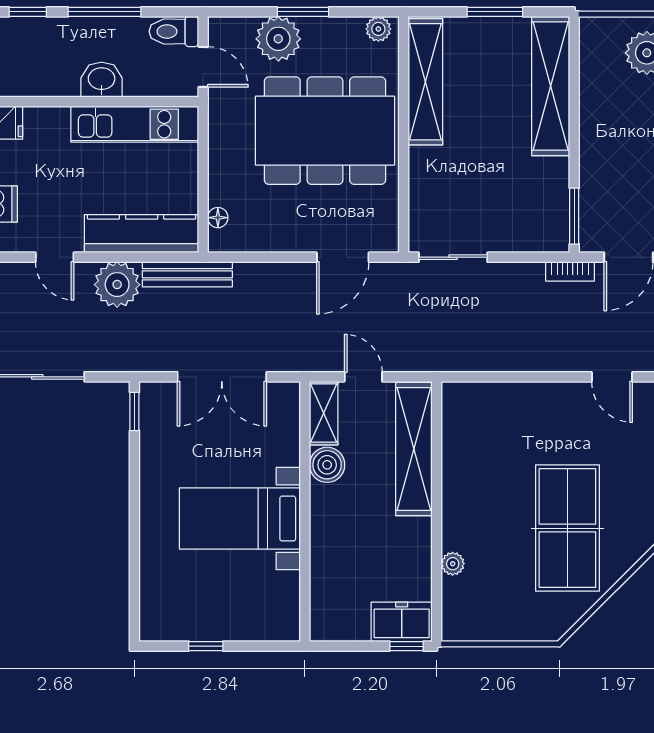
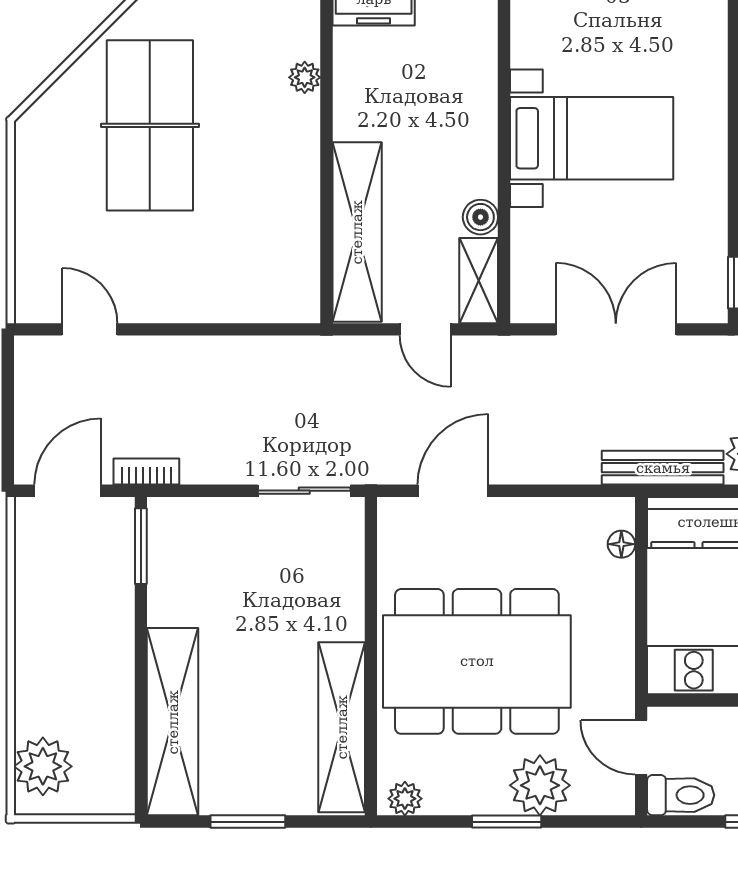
boiler: (327, 465) -> (480, 217), width x0.73, depth x0.73

